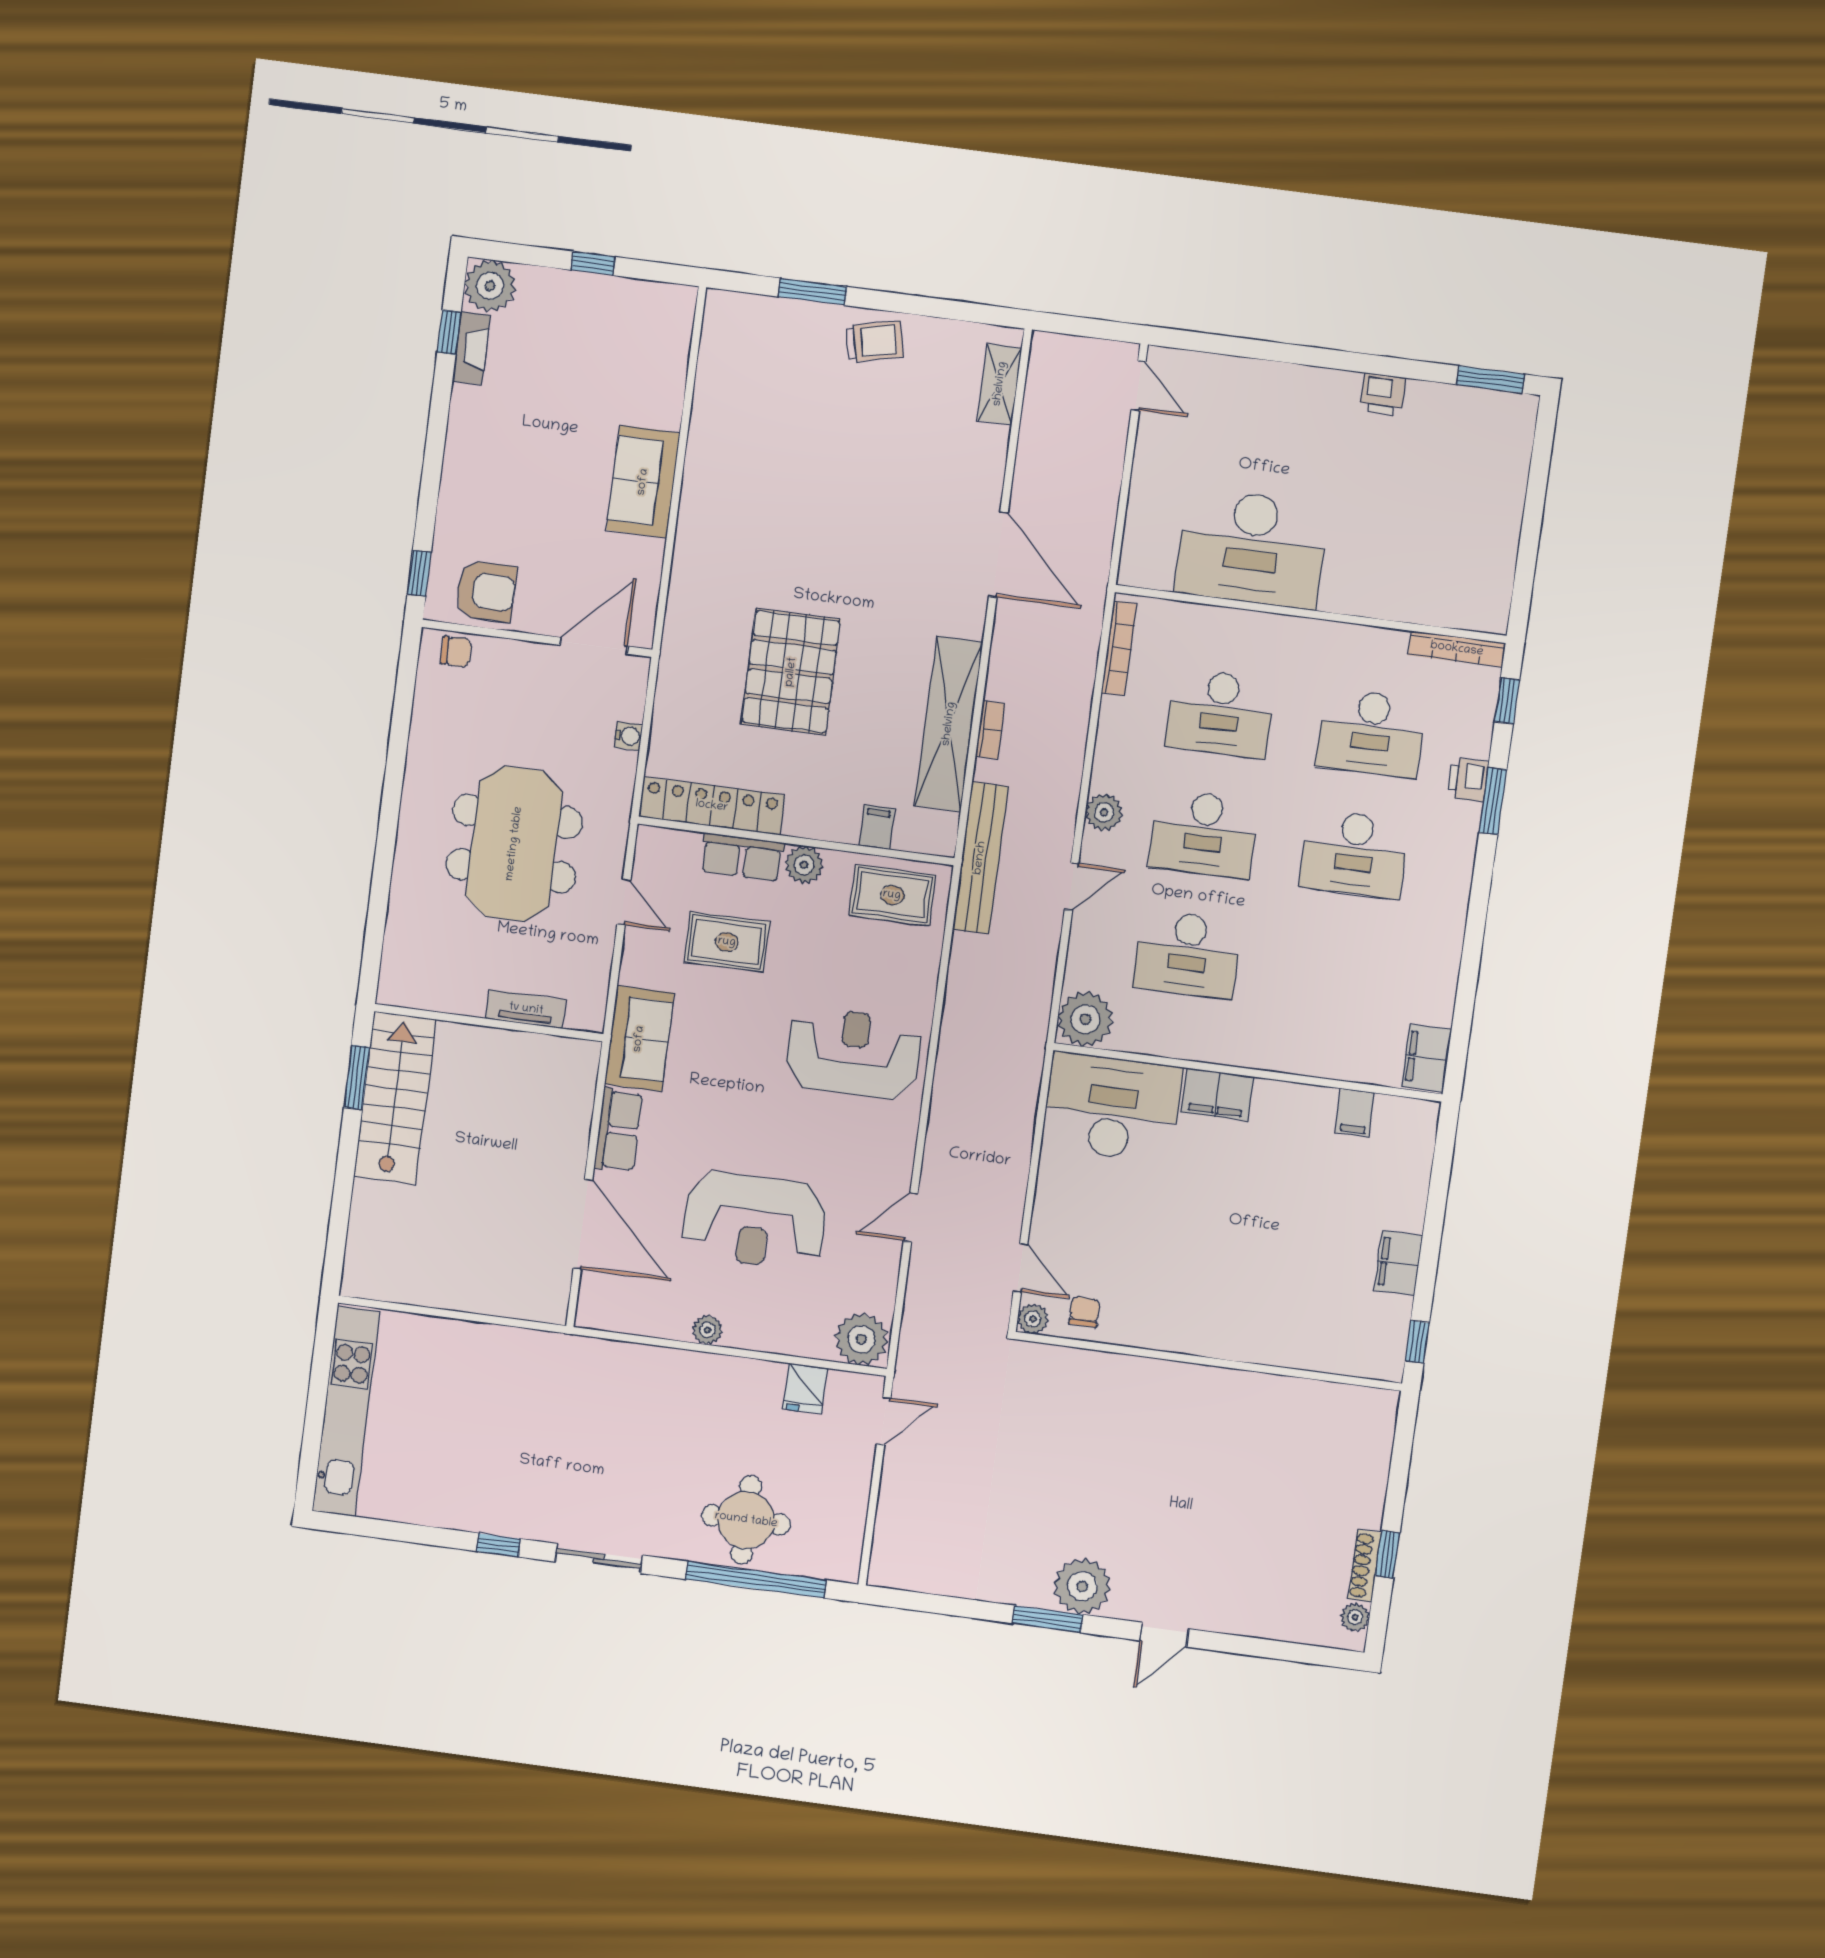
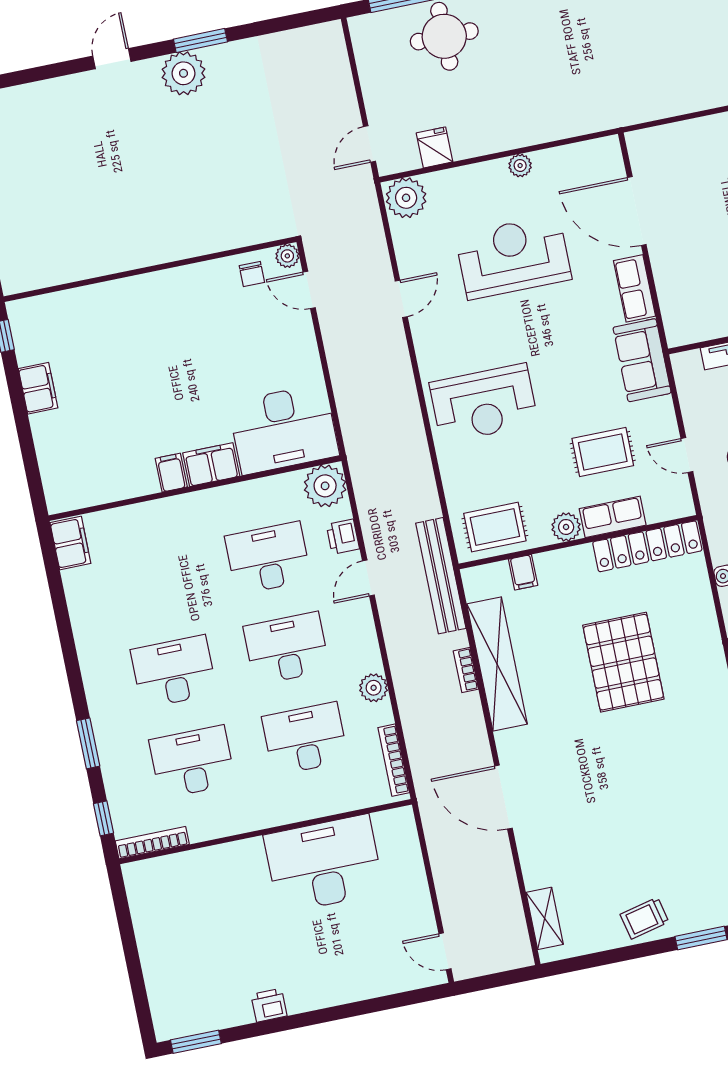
printer: (1468, 780) -> (343, 537), moved, turned 180
plant: (1104, 812) -> (374, 688), moved
filing cabinet: (1355, 1113) -> (171, 473), moved

